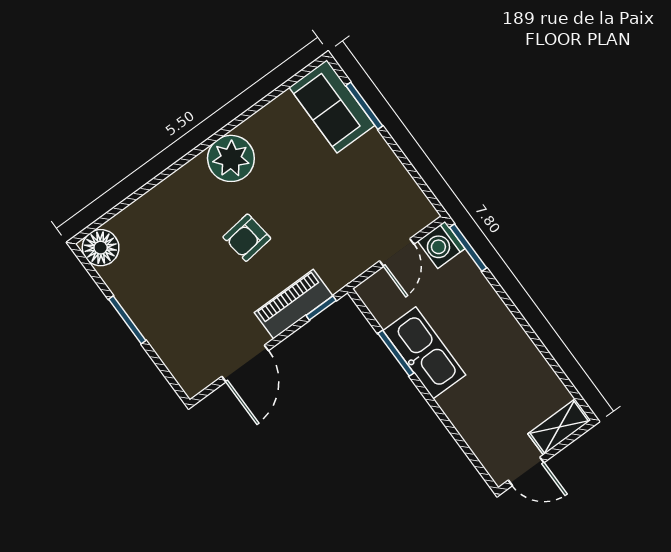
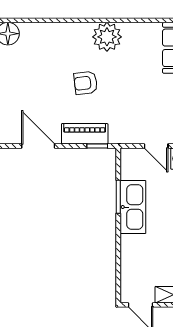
door: (397, 253) -> (156, 146), hinge flipped
door: (245, 364) -> (38, 146), swing flipped

